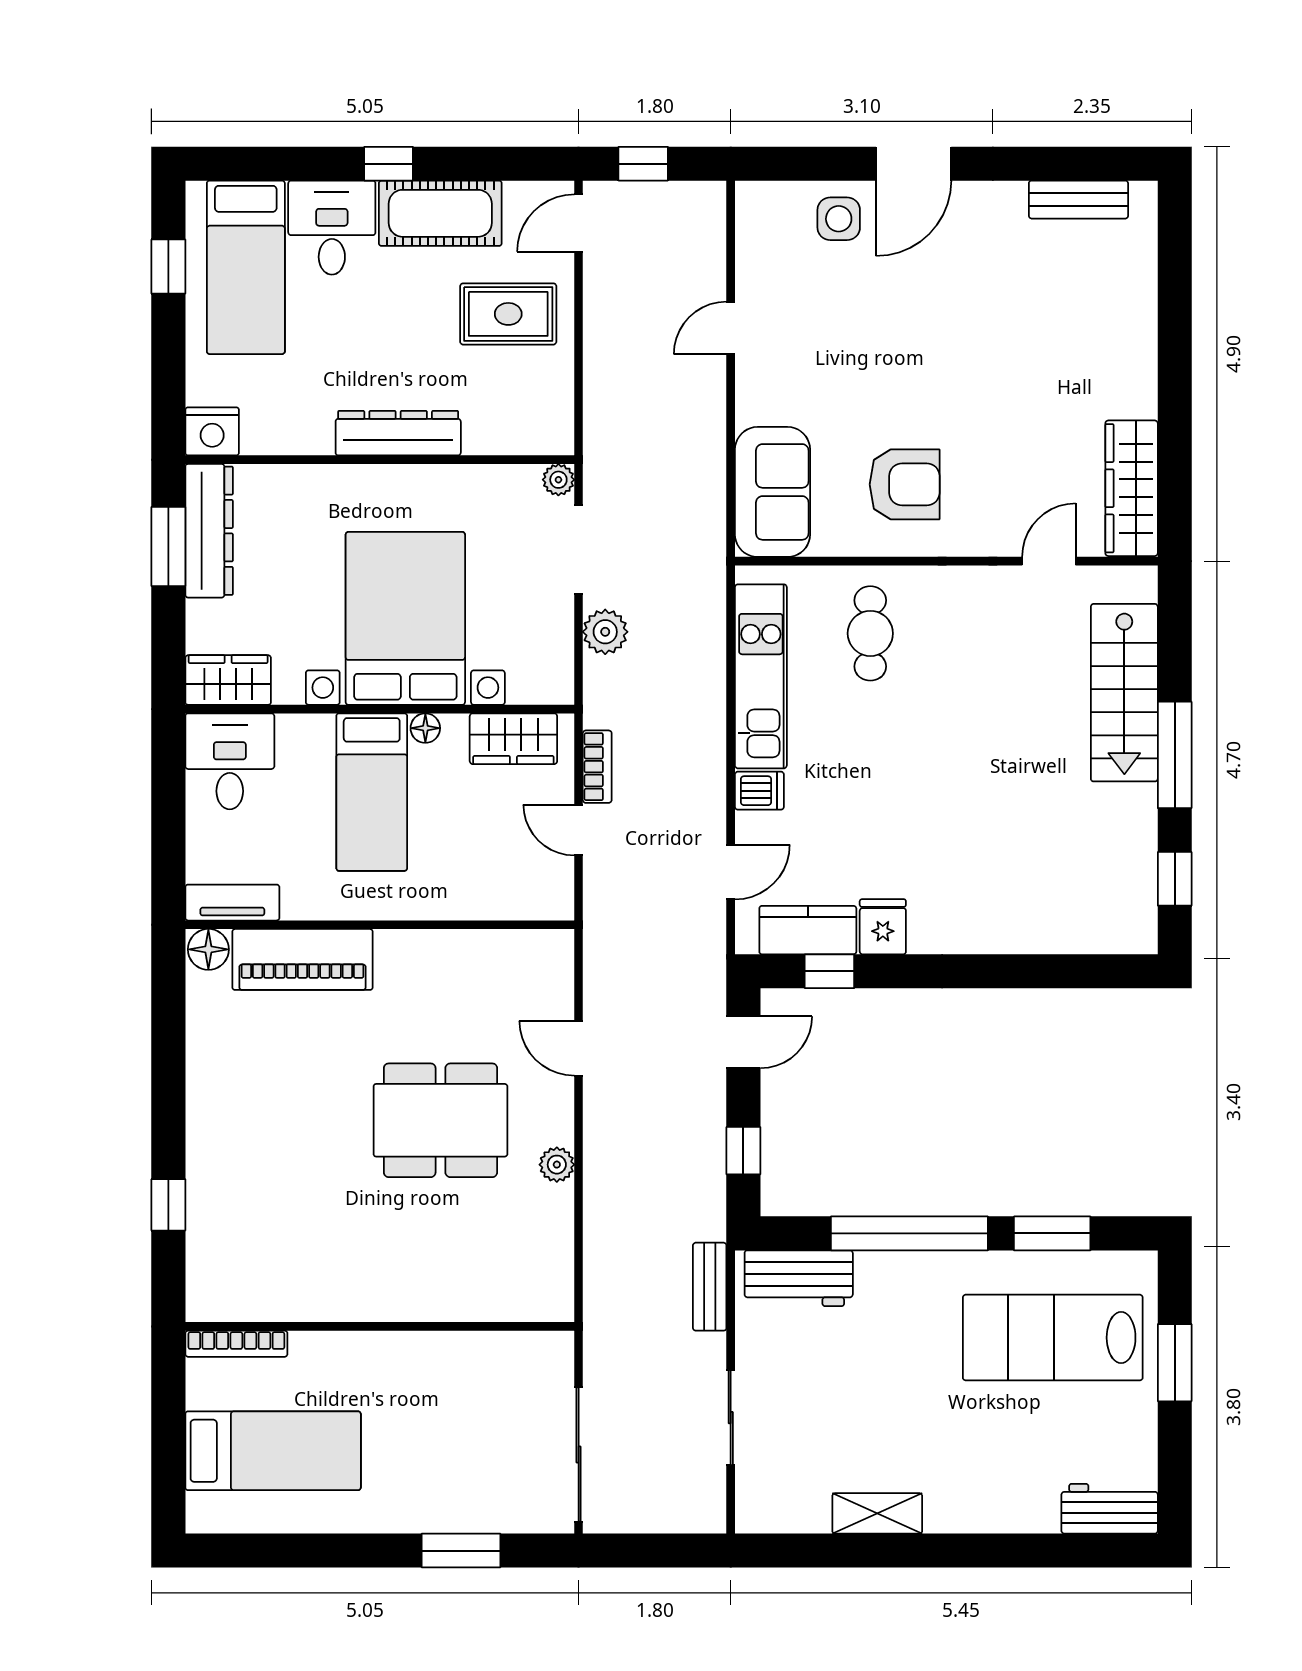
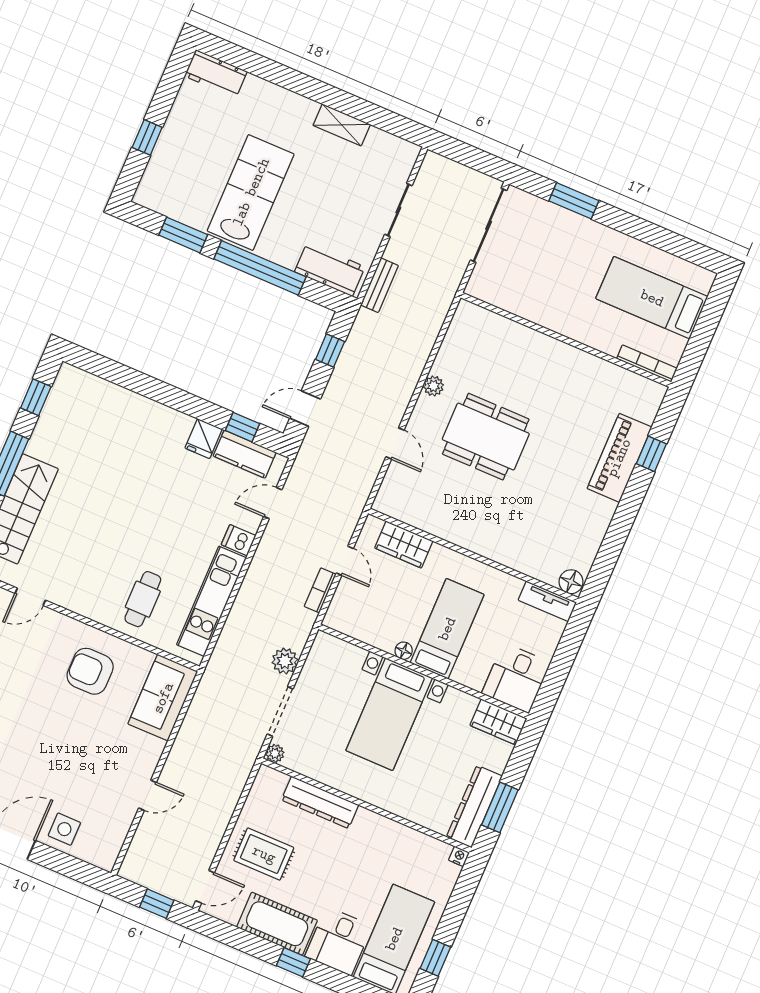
nightstand: (212, 431) -> (459, 856), width x0.53, depth x0.56
dresser: (398, 433) -> (320, 802), moved
bed with nightstands: (405, 618) -> (389, 714), width x0.73
wardrobe: (513, 739) -> (404, 545), moved, turned 180
piano: (302, 959) -> (619, 458), moved, turned -90
lab bench: (1053, 1338) -> (251, 192), moved, turned -90
window: (1175, 1363) -> (147, 137), width x0.67

